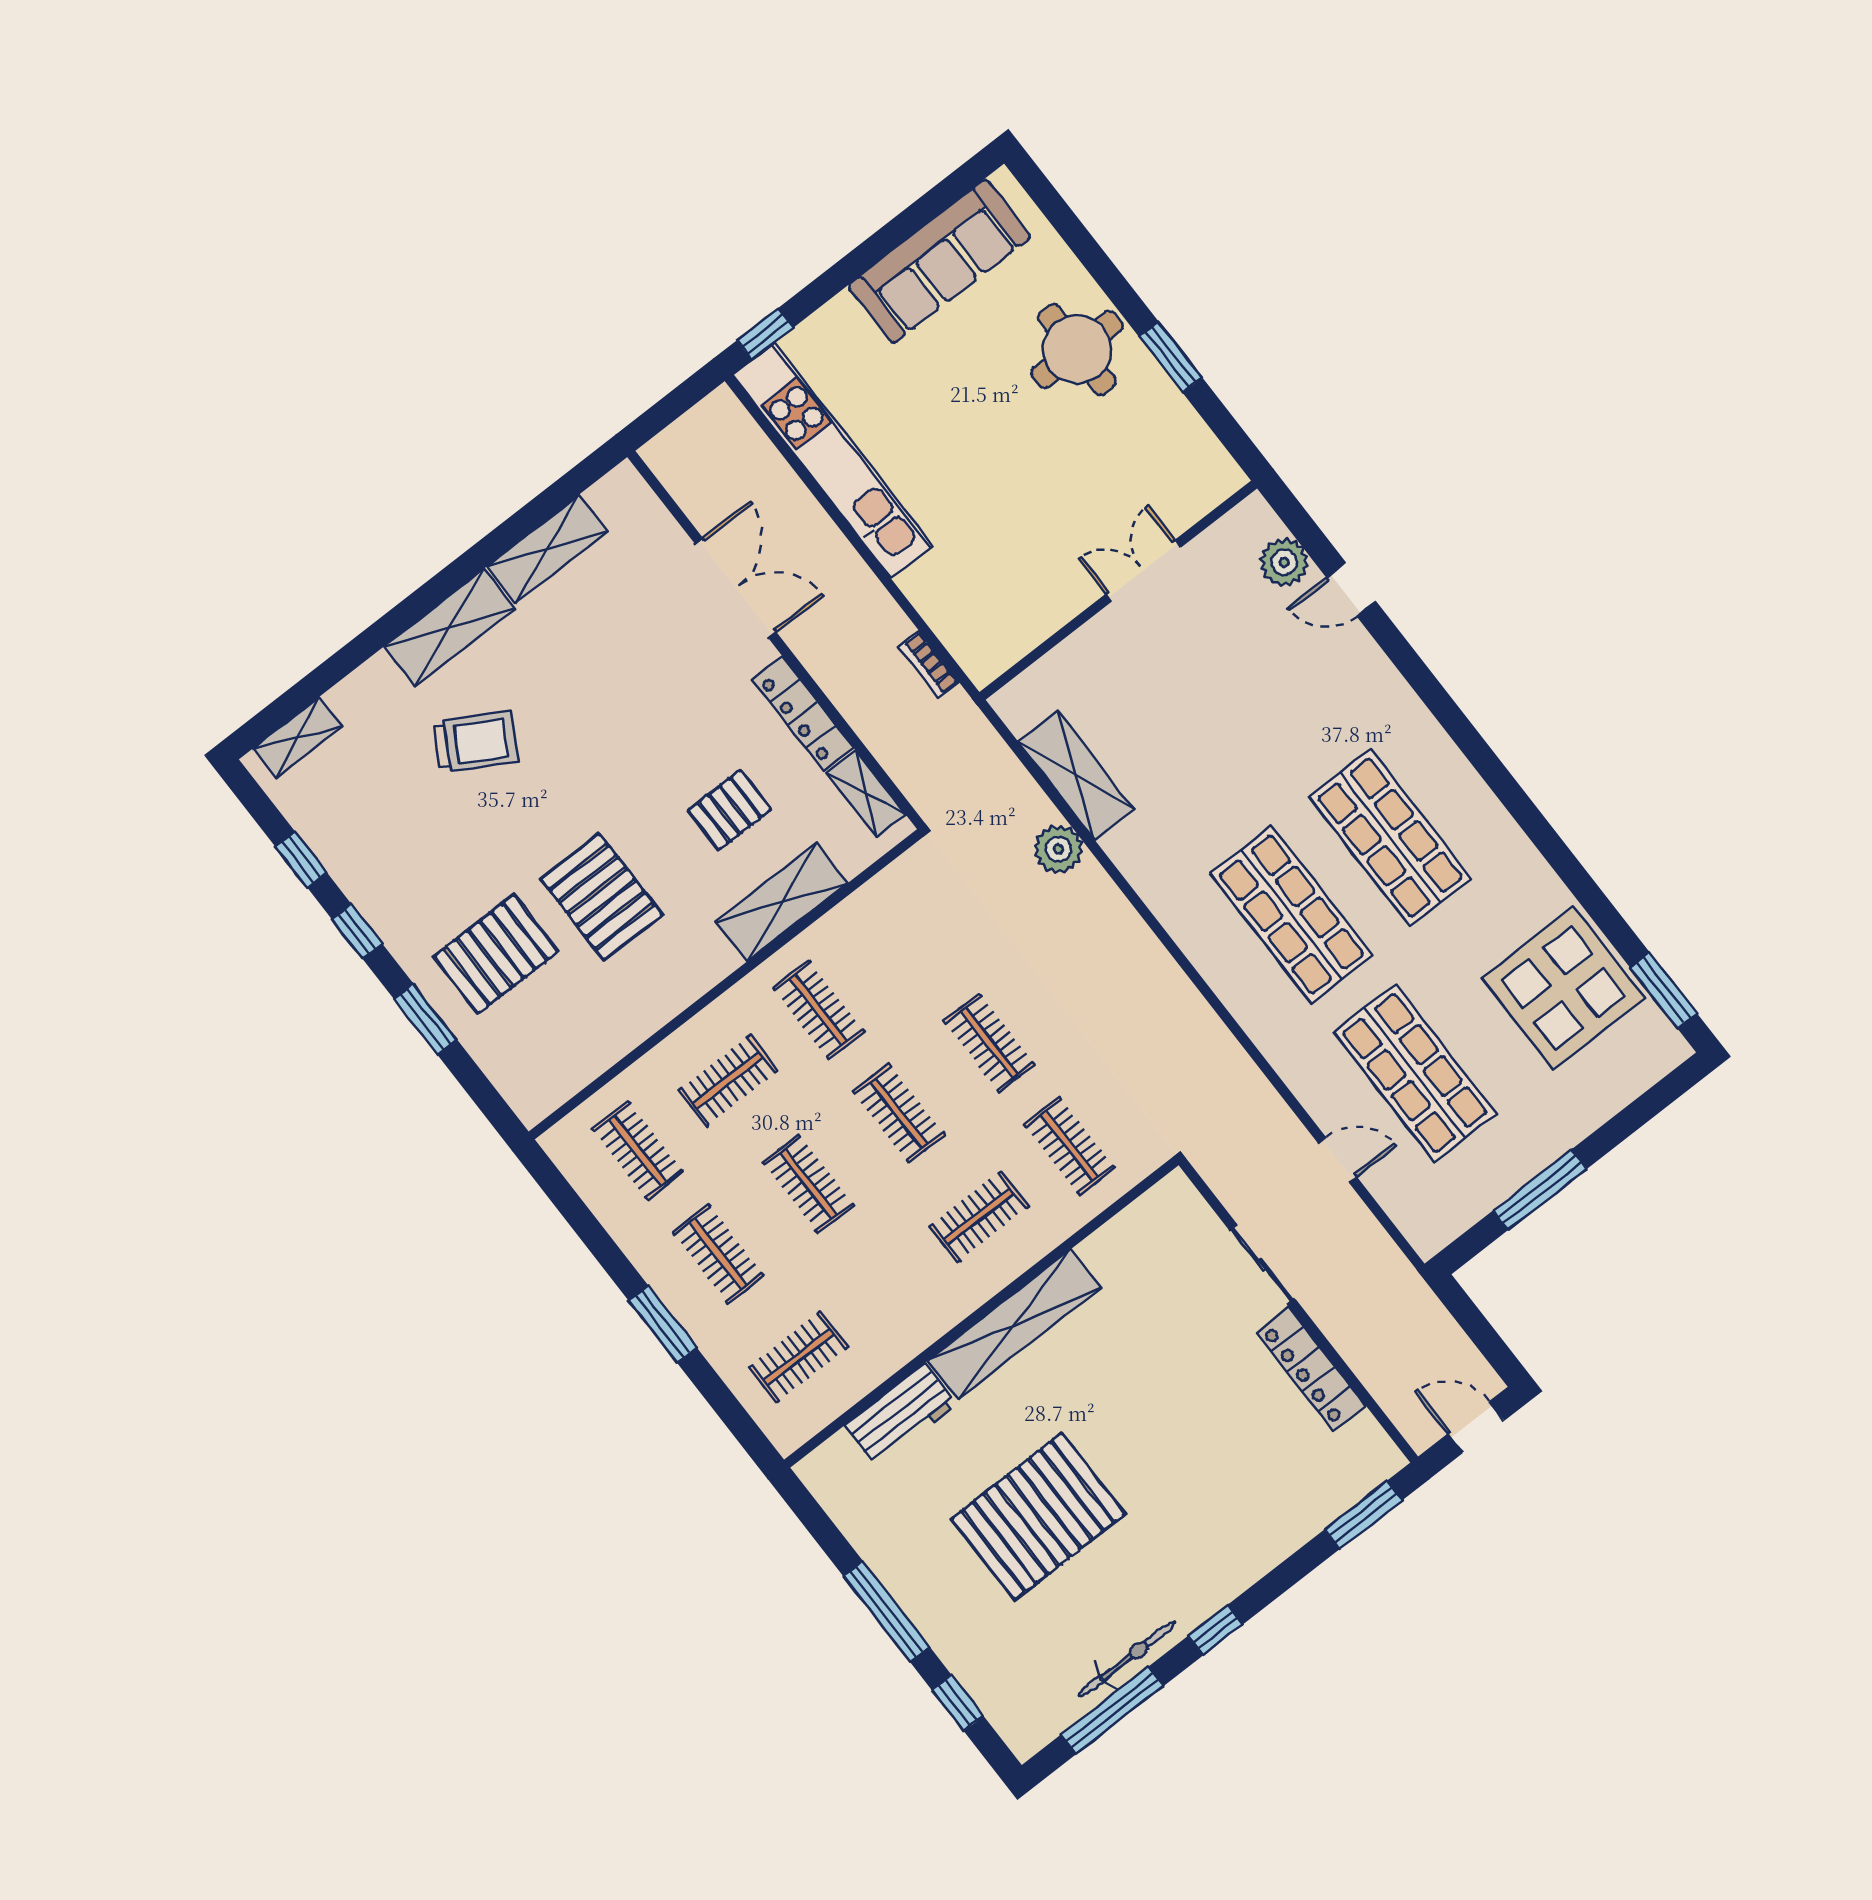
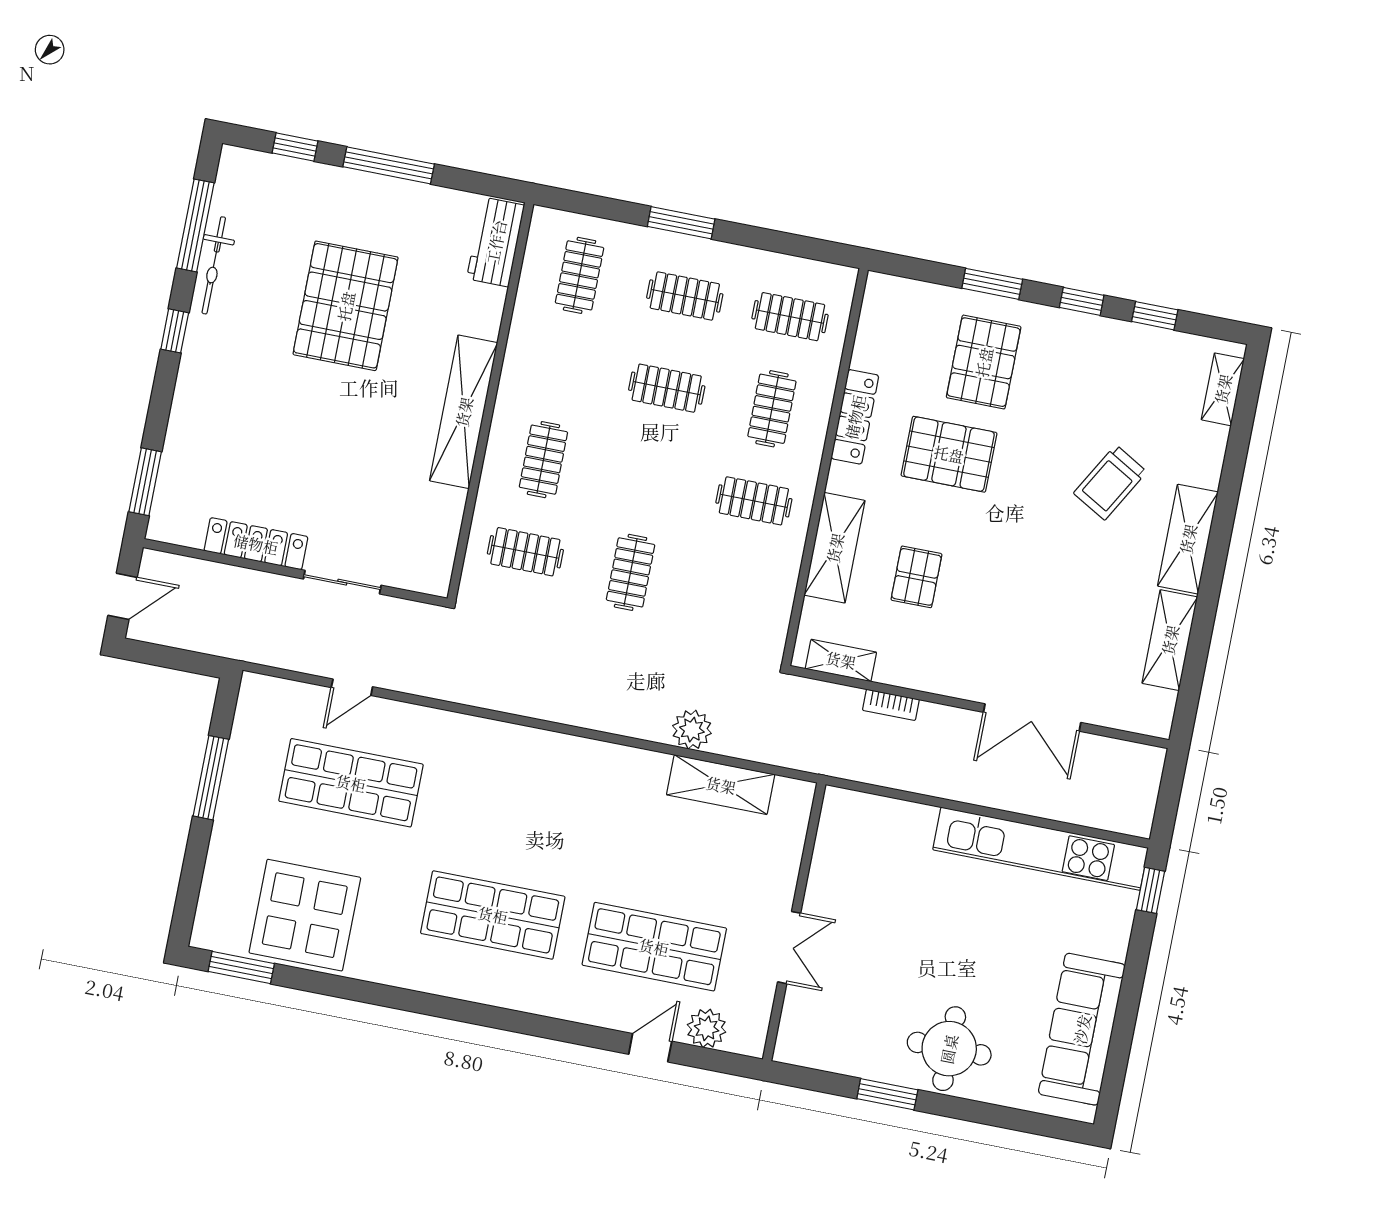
bookcase: (929, 664) -> (891, 705), moved, turned 180
locker: (803, 713) -> (855, 417), moved, turned 90
shop shelf: (1291, 914) -> (654, 947), moved
clothes rail: (989, 1043) -> (631, 572), turned 90
clothes rail: (899, 1113) -> (649, 480), removed
workbench: (901, 1415) -> (496, 242), moved

